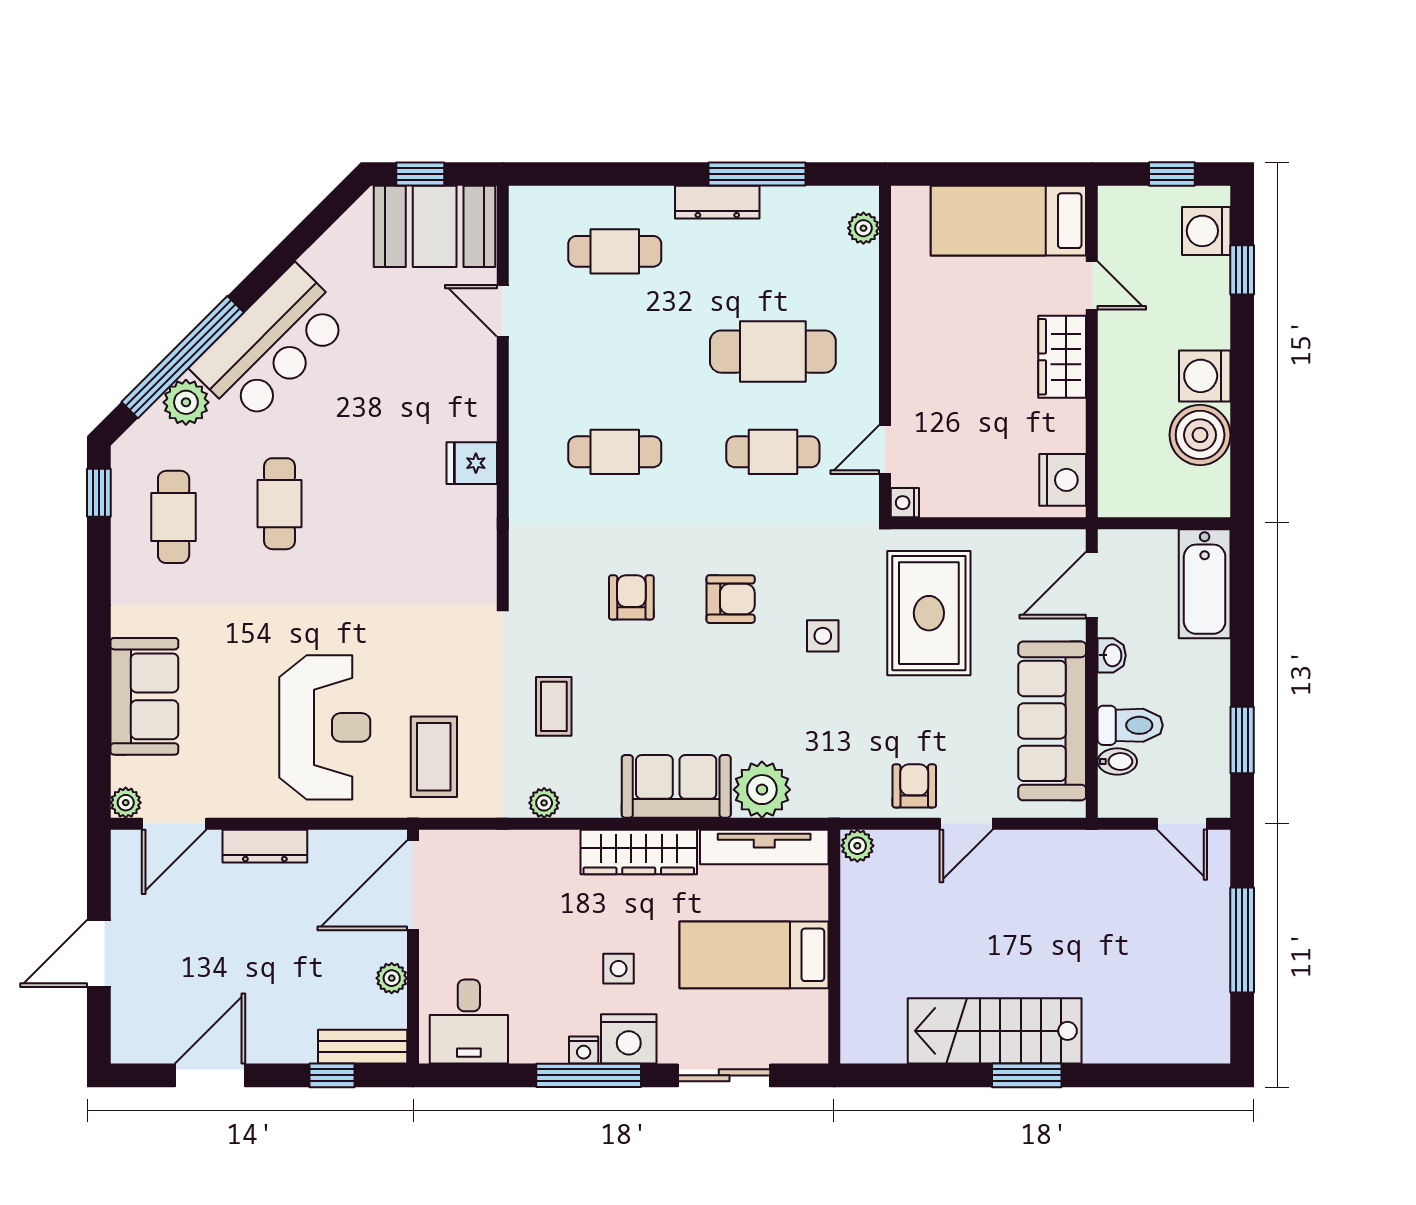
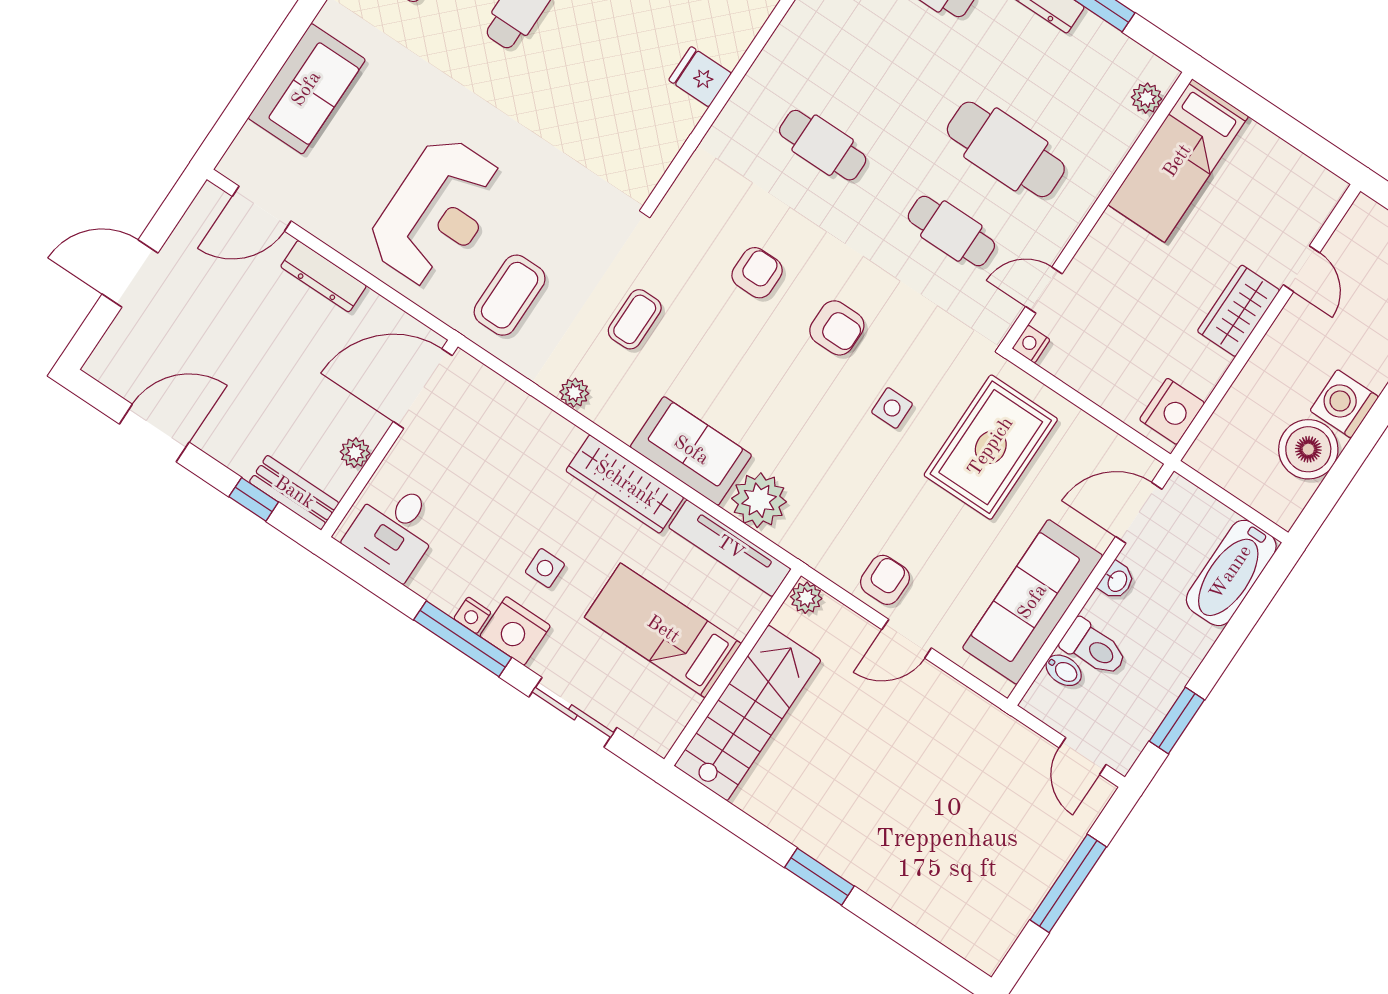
bed: (1008, 221) -> (1178, 161), moved, turned -90
plant: (126, 803) -> (234, 165), removed
stairs: (995, 1031) -> (748, 713), moved, turned 90

